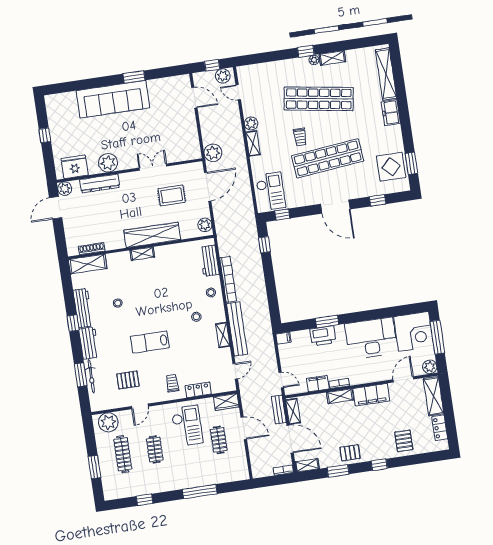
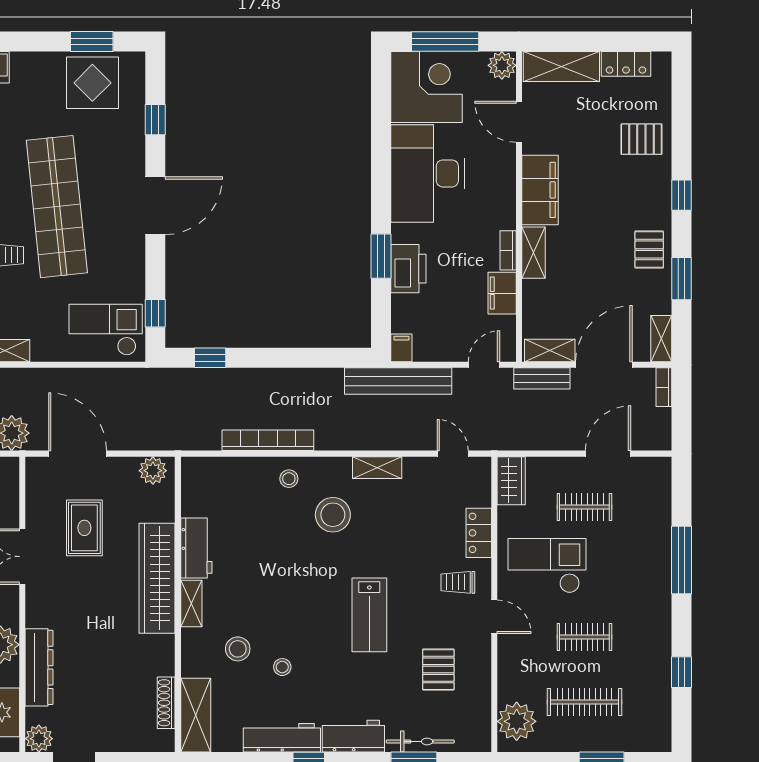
workbench: (209, 261) -> (196, 548), moved, turned -90
stool: (123, 280) -> (238, 649), added
stool: (196, 317) -> (333, 515), width x1.89, depth x1.89
bench: (237, 329) -> (398, 381), moved
door: (140, 406) -> (494, 617), moved
door: (244, 428) -> (608, 454), moved

